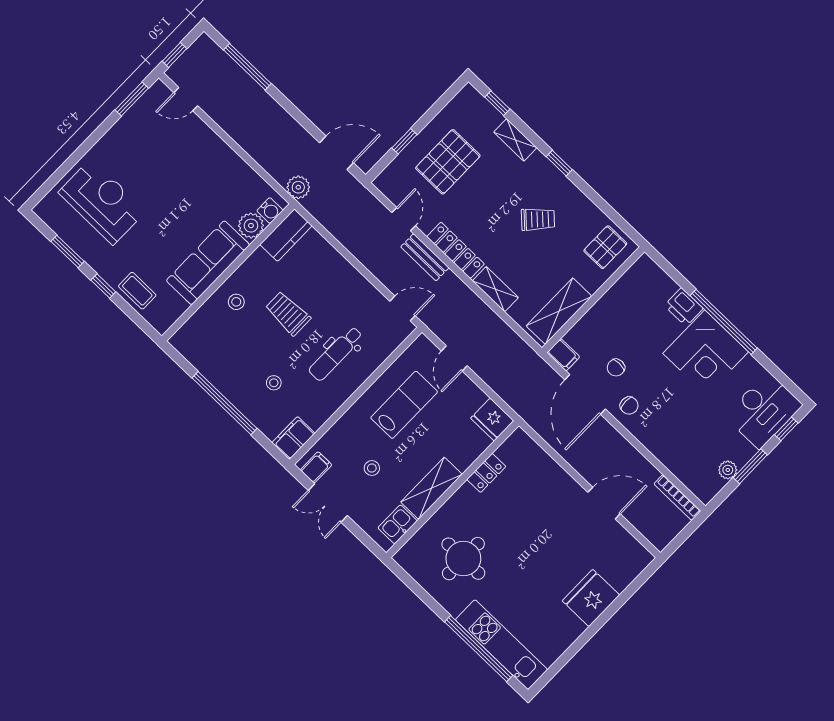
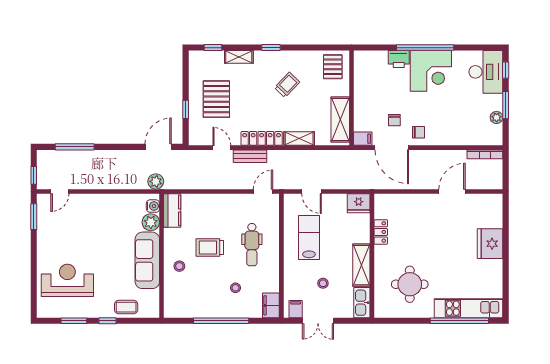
kitchen sink: (397, 524) -> (362, 303), width x1.38

